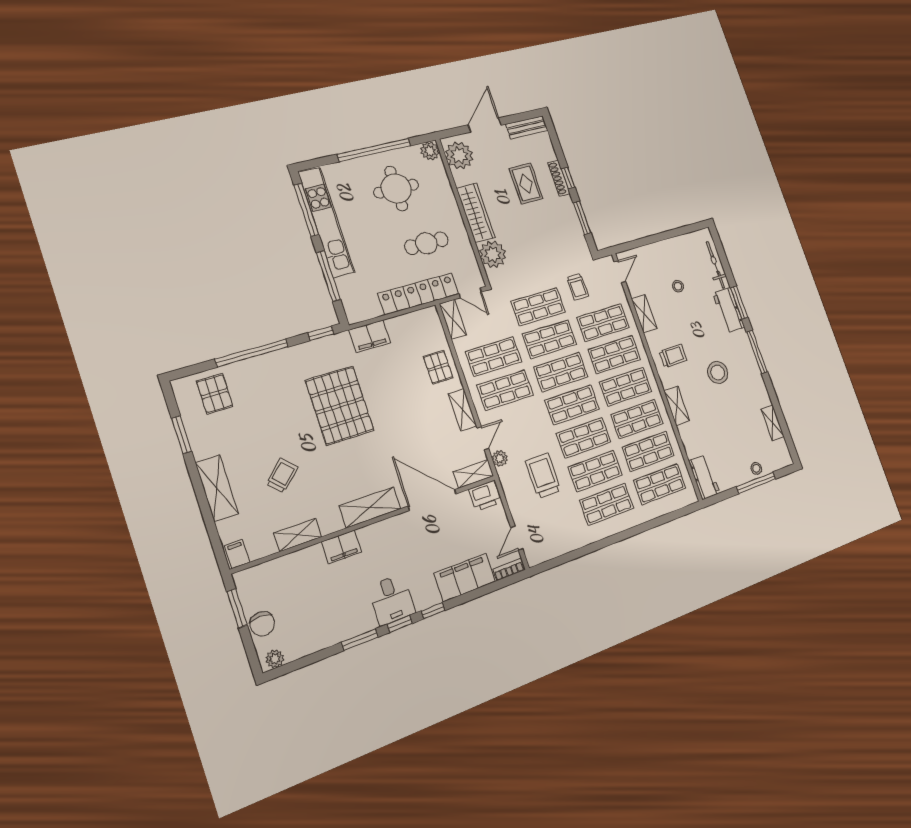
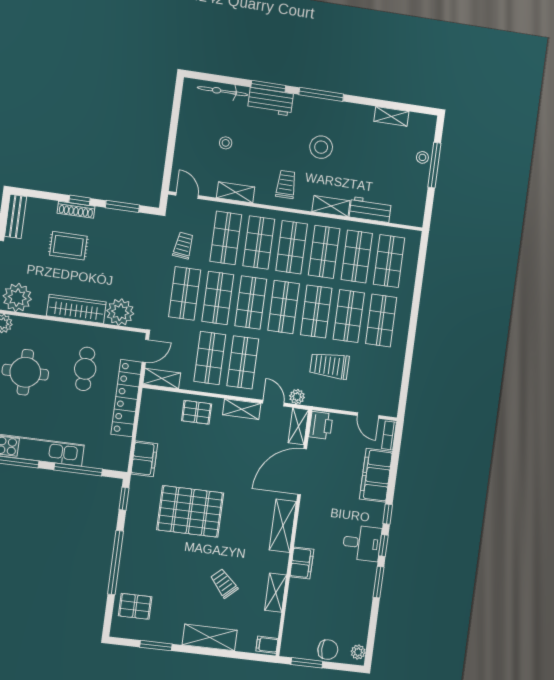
trolley: (578, 287) -> (183, 246), turned -83
workbench: (704, 477) -> (370, 210), moved

